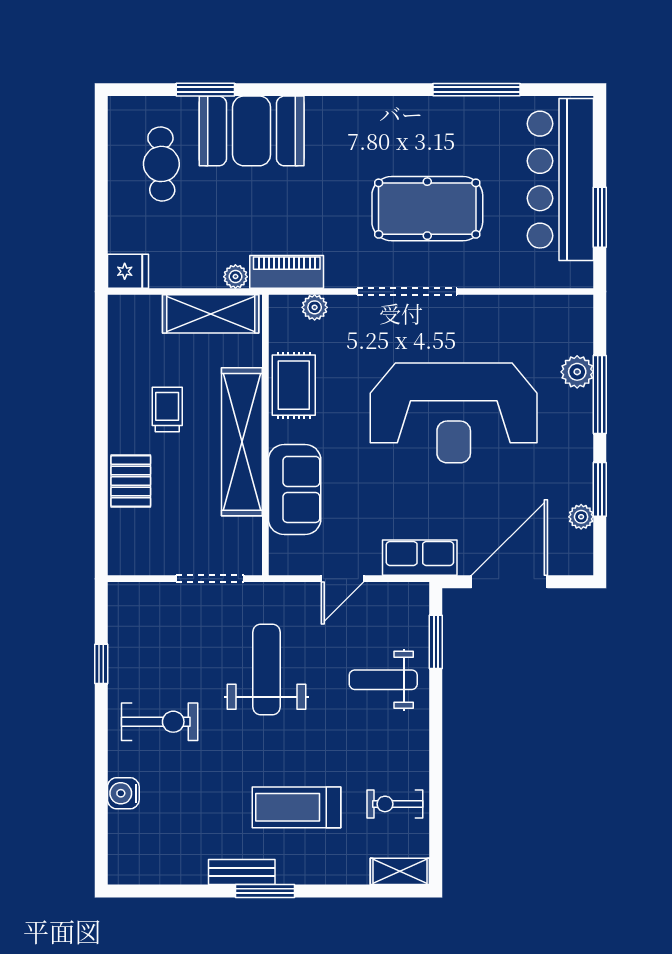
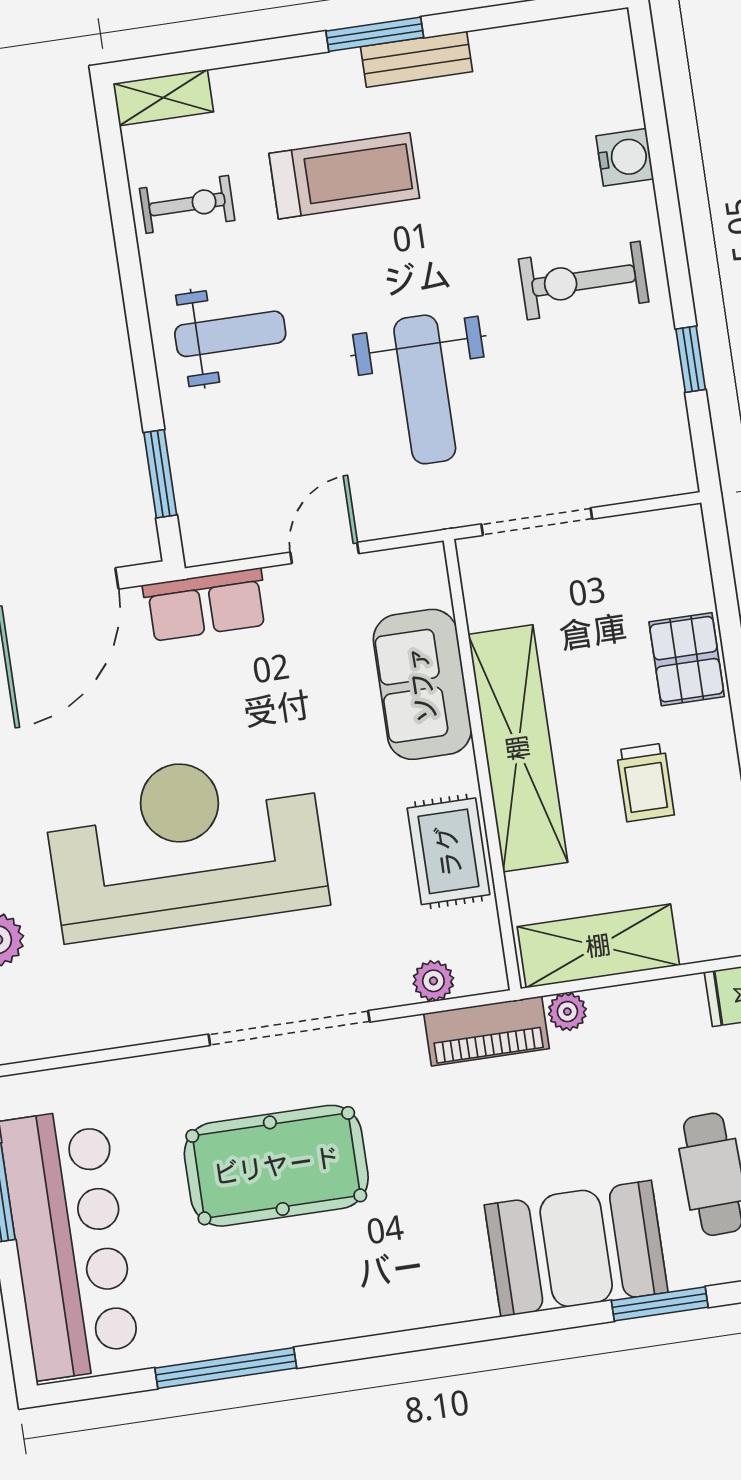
weight bench: (383, 680) -> (230, 334), moved

